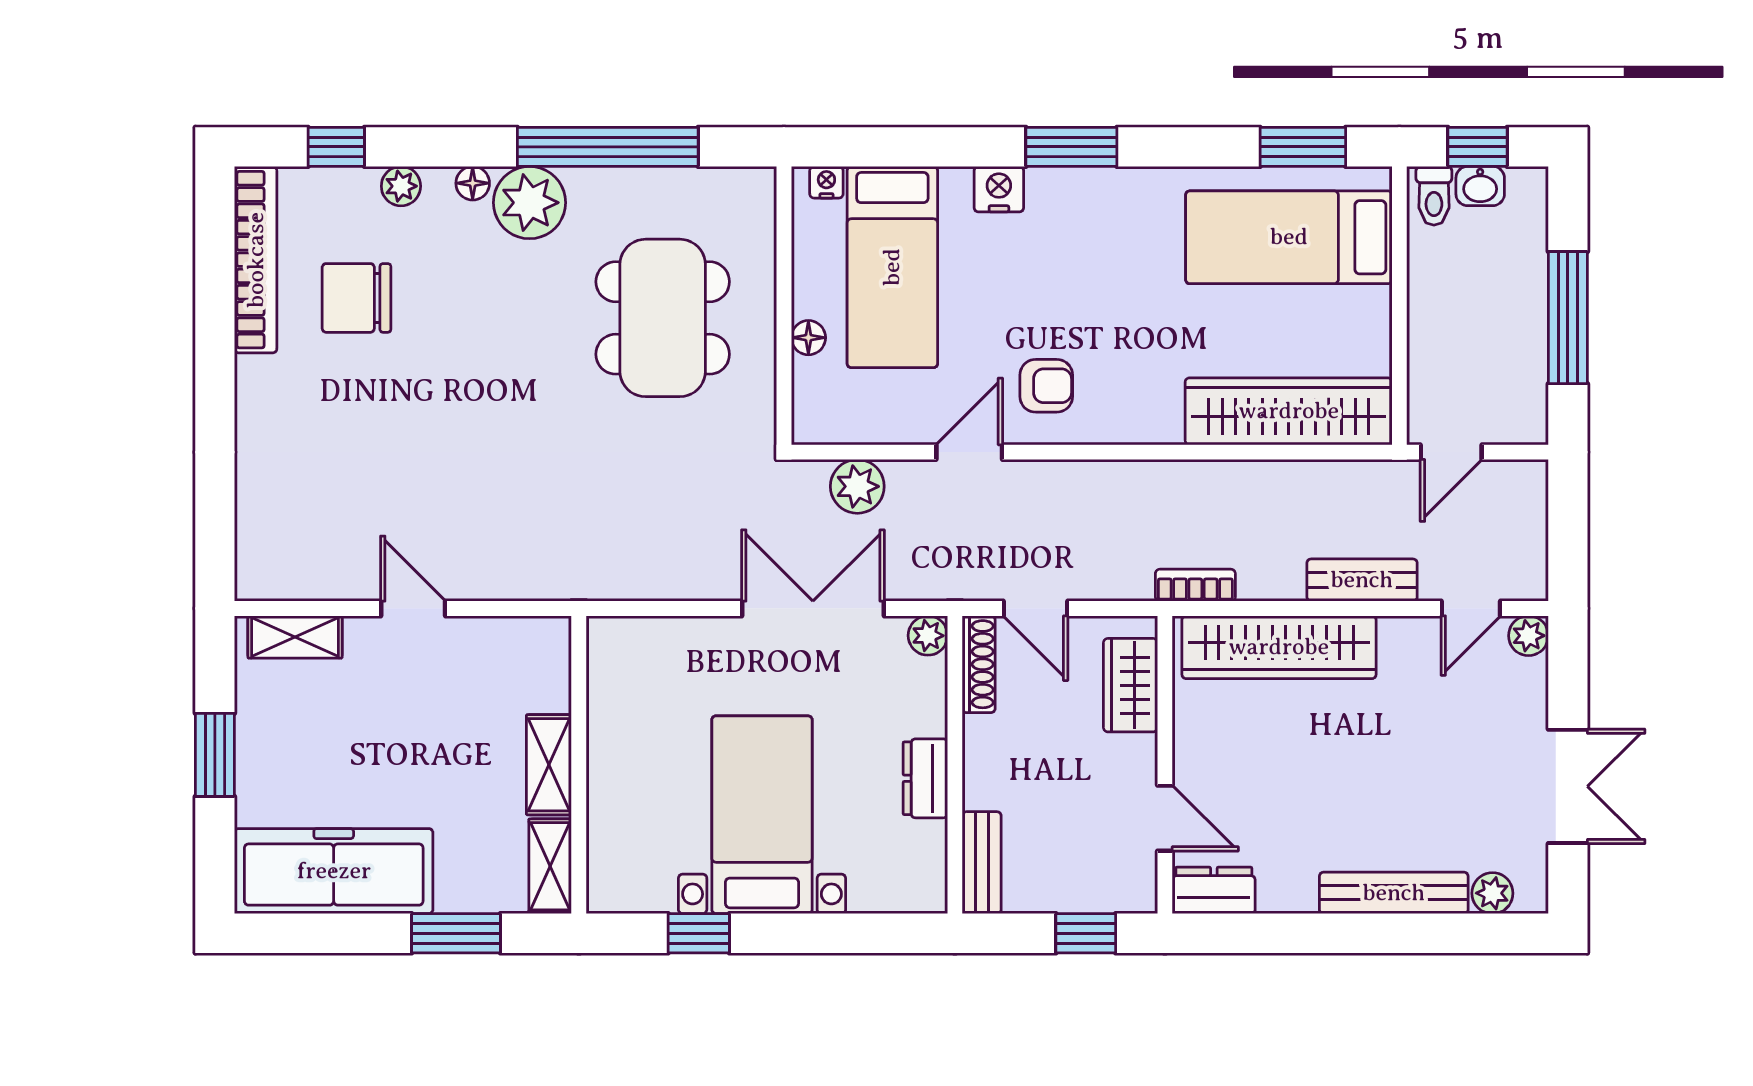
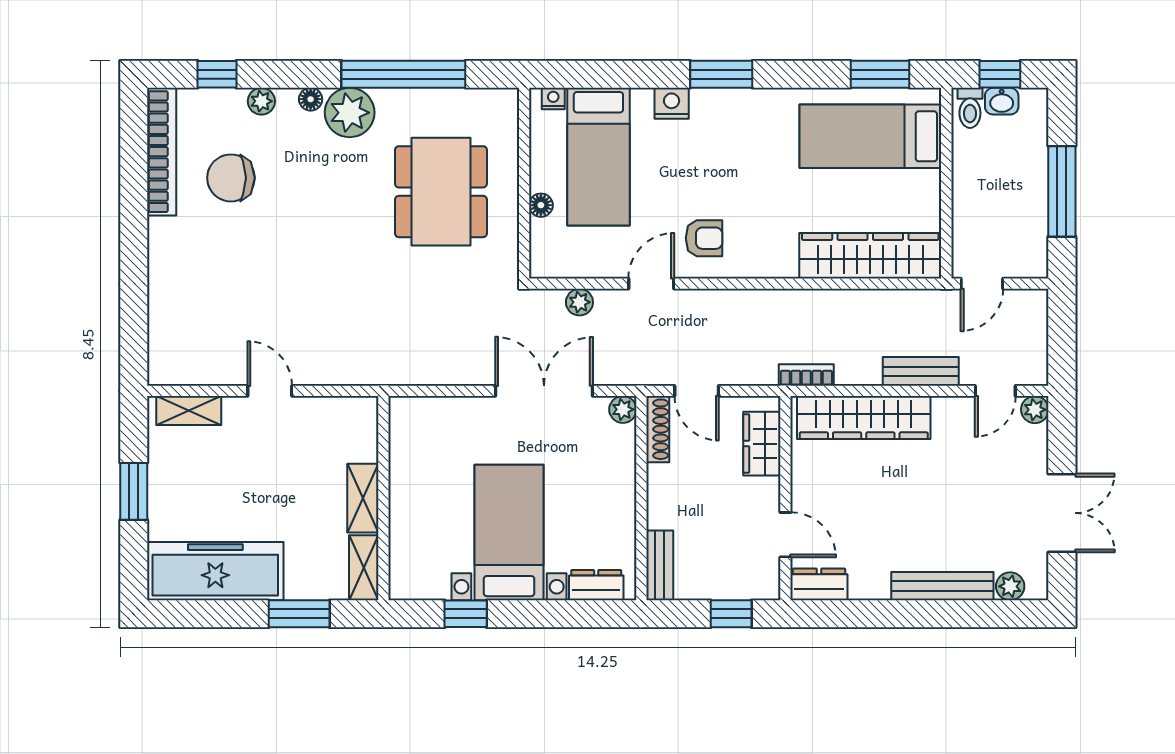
plant: (857, 486) -> (579, 302), width x0.73, depth x0.73
dresser: (925, 778) -> (596, 585), moved, turned 90

